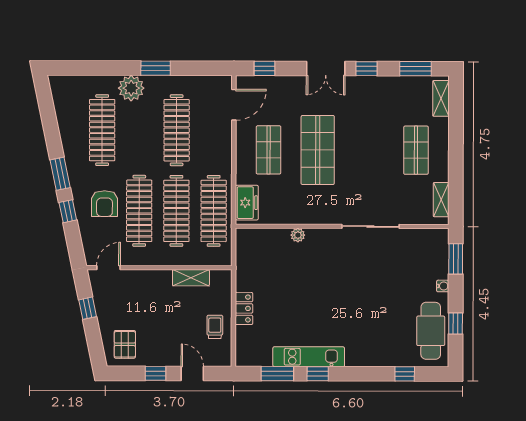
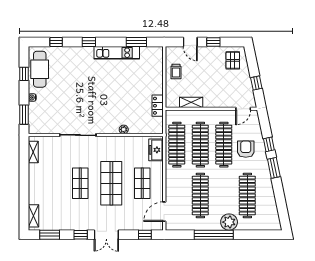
window: (156, 68) -> (214, 235), width x2.11
double door: (326, 68) -> (106, 235), swing flipped
shop shelf: (416, 150) -> (80, 183), moved
locker: (244, 308) -> (158, 106), moved
window: (318, 374) -> (89, 42), moved

